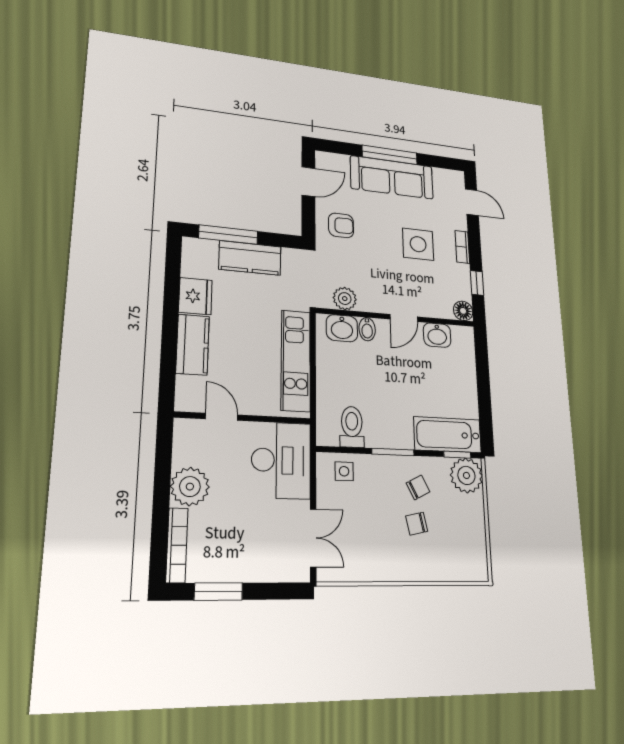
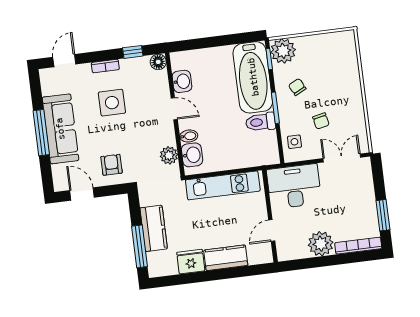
toilet: (352, 427) -> (261, 122), moved
bathtub: (448, 435) -> (253, 77), width x1.36, depth x1.36
chair: (417, 524) -> (321, 121), moved

